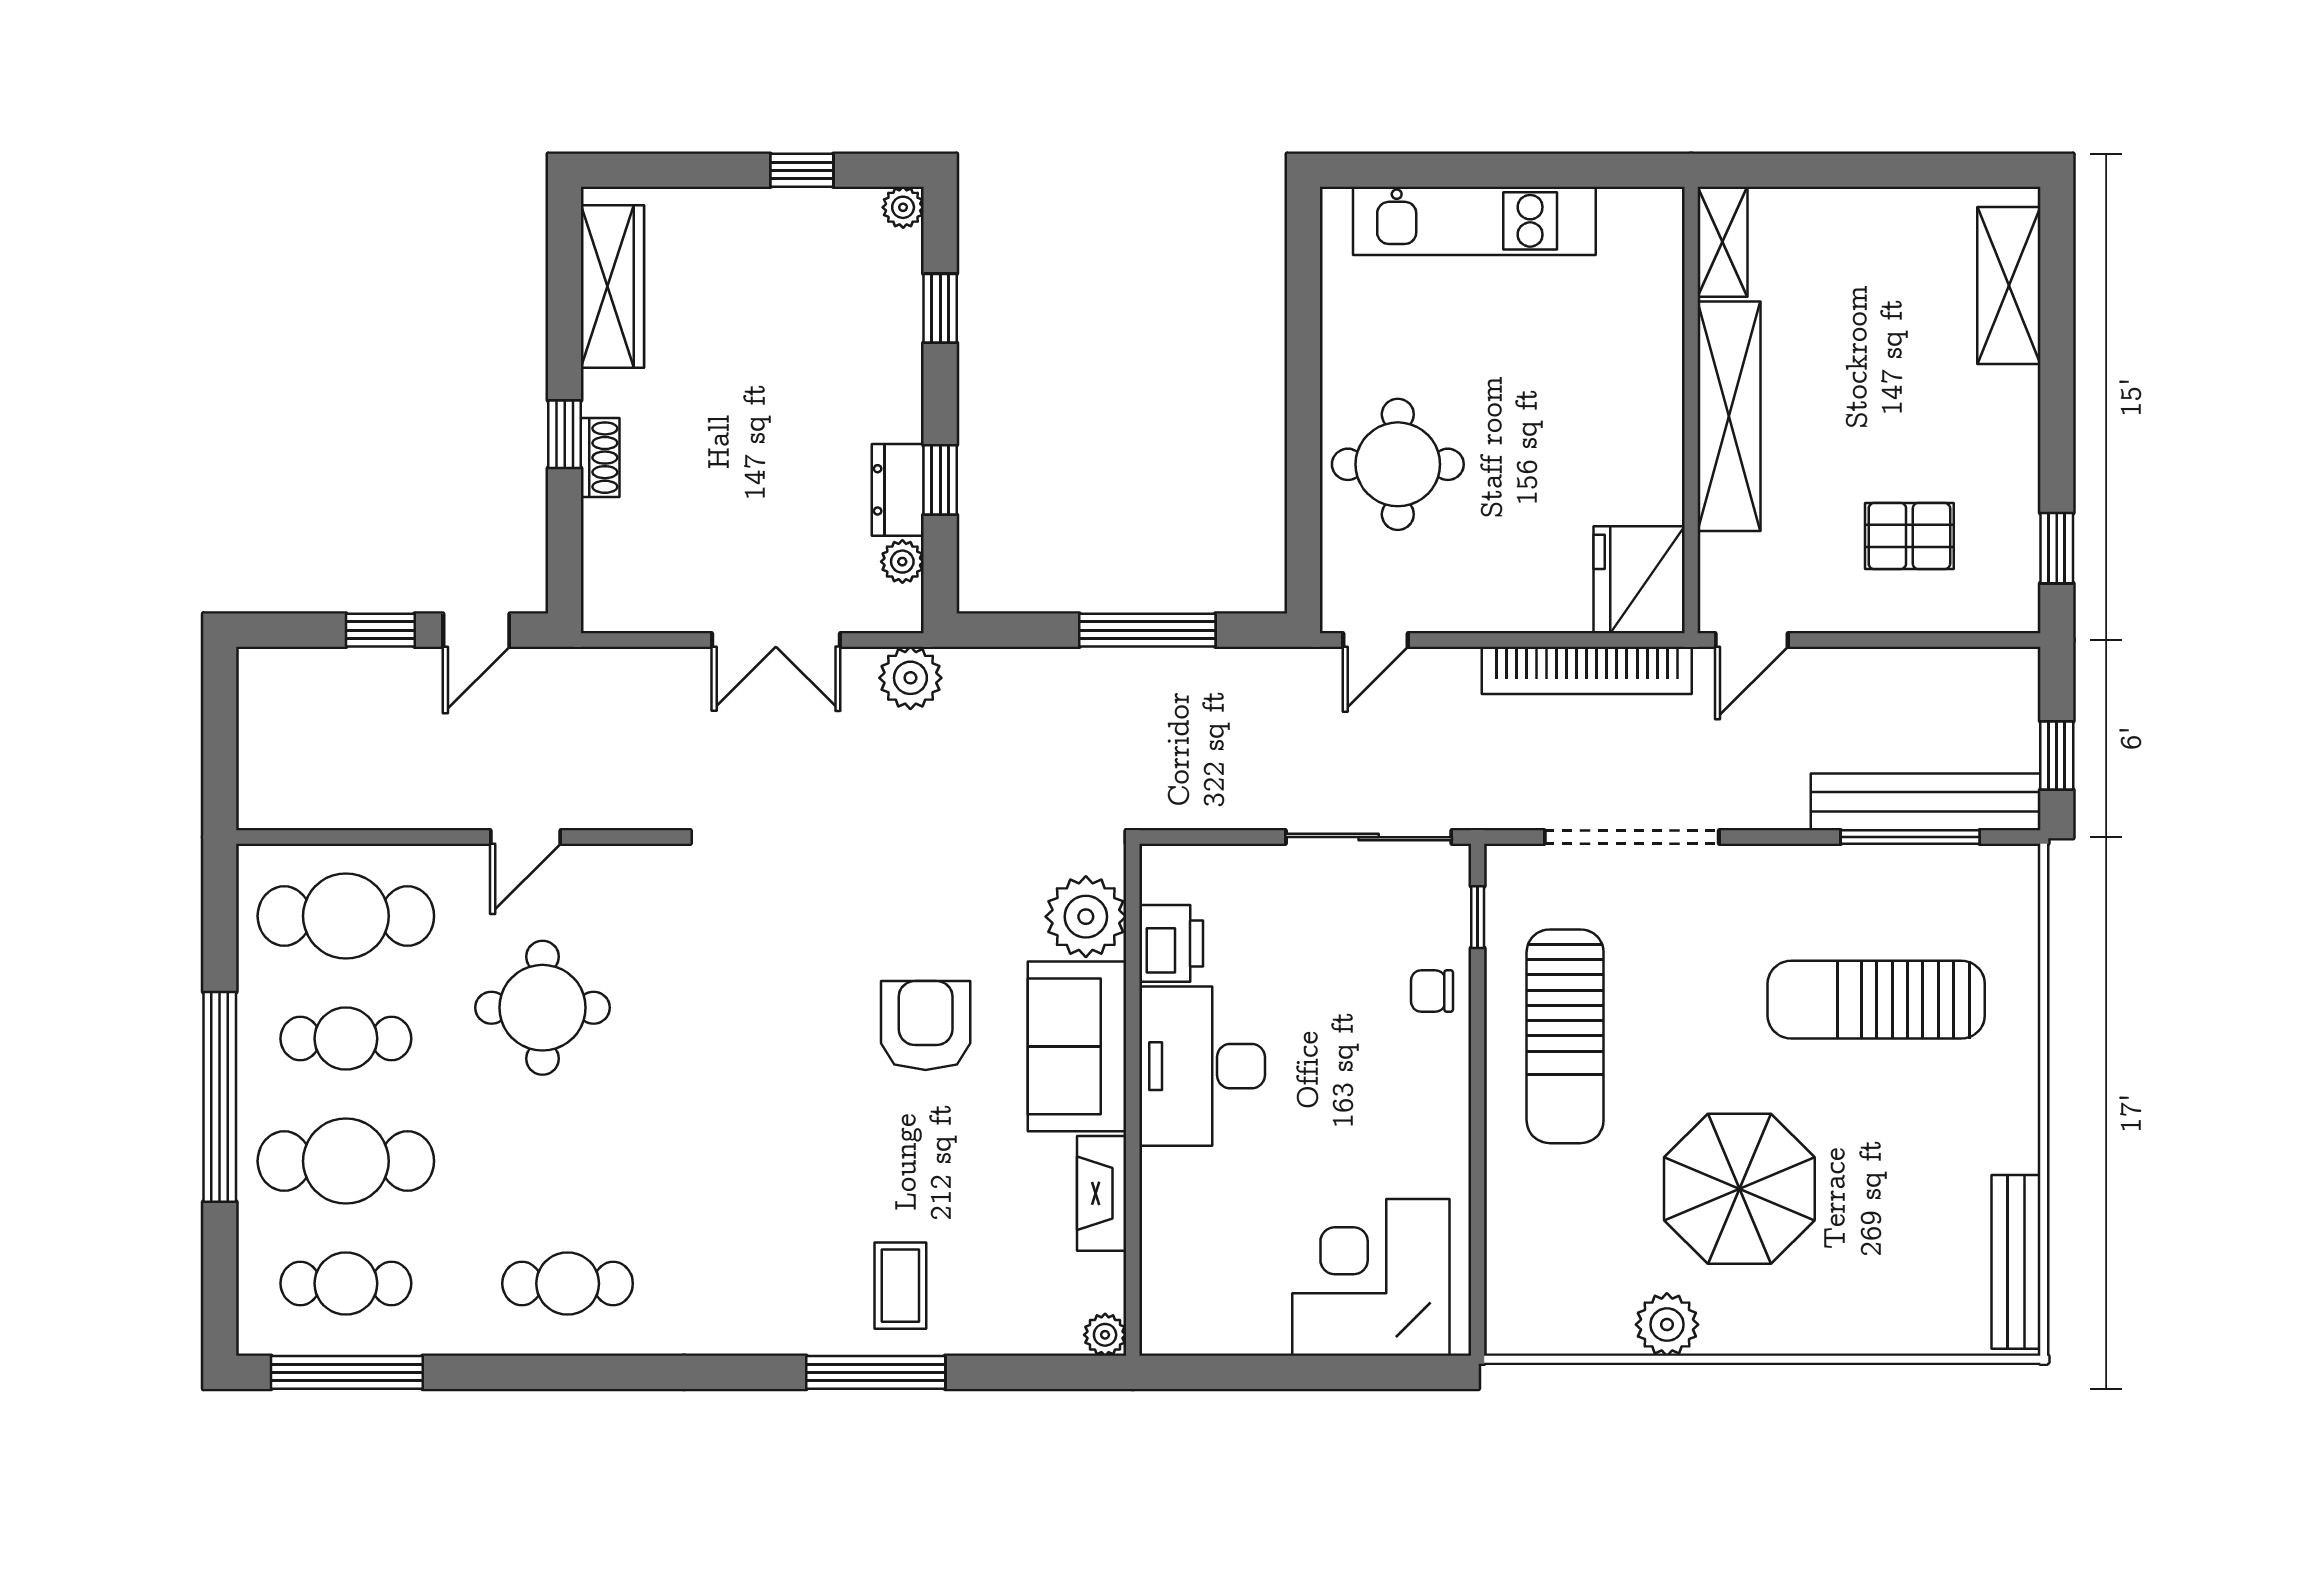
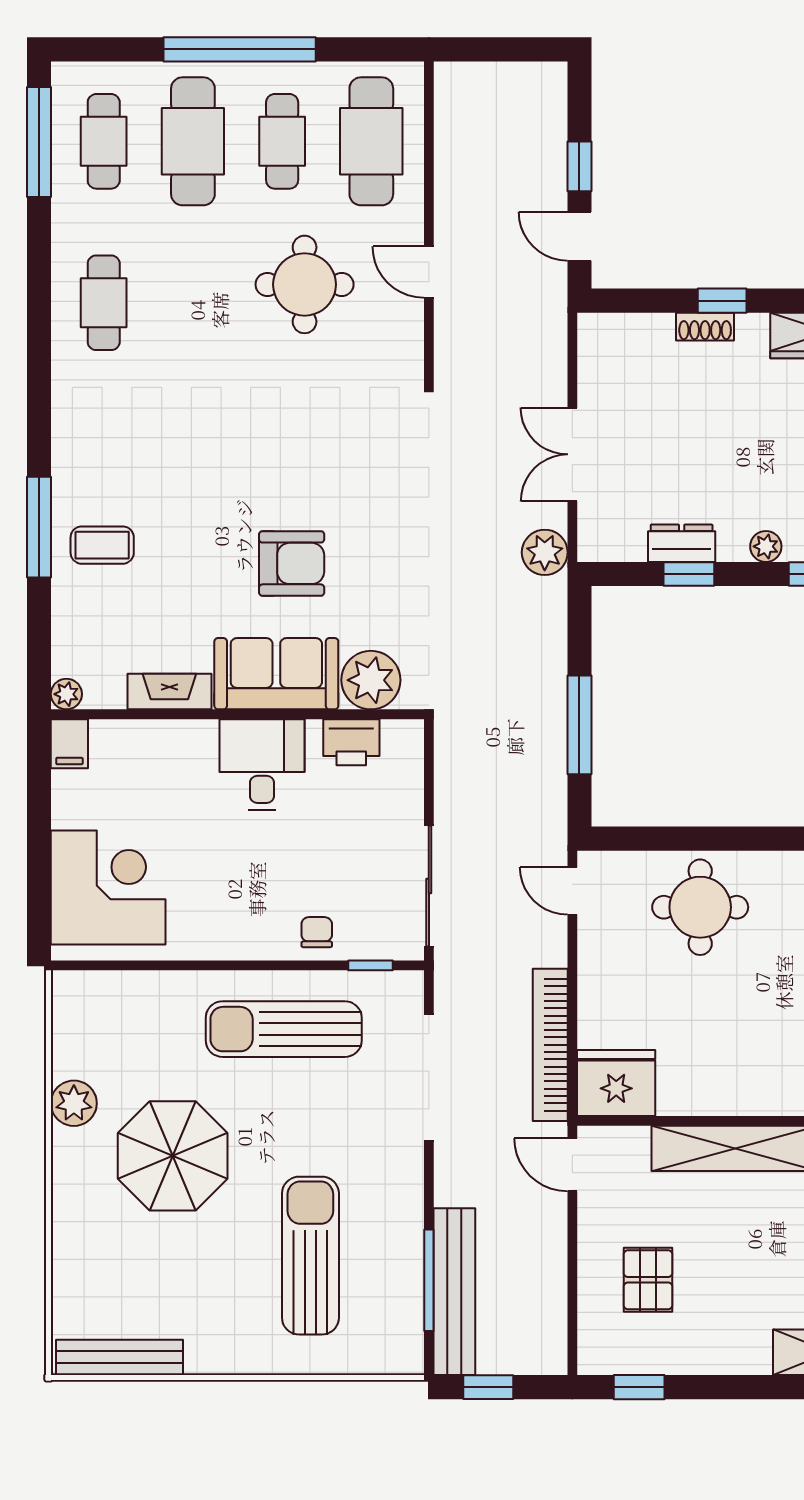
plant: (902, 562) -> (766, 546), moved
desk: (1202, 1066) -> (262, 765), width x0.73
filing cabinet: (1173, 1331) -> (69, 744), added

